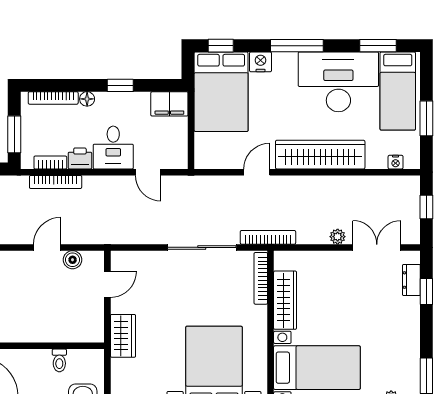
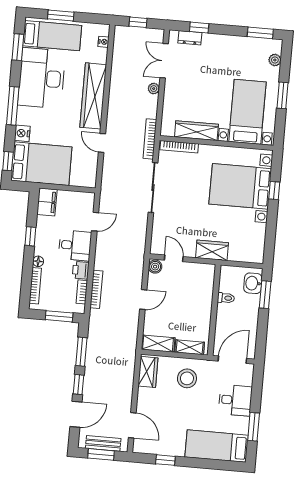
window: (426, 118) -> (61, 15), moved
door: (47, 247) -> (143, 300), swing flipped
boiler: (73, 260) -> (155, 267), moved

